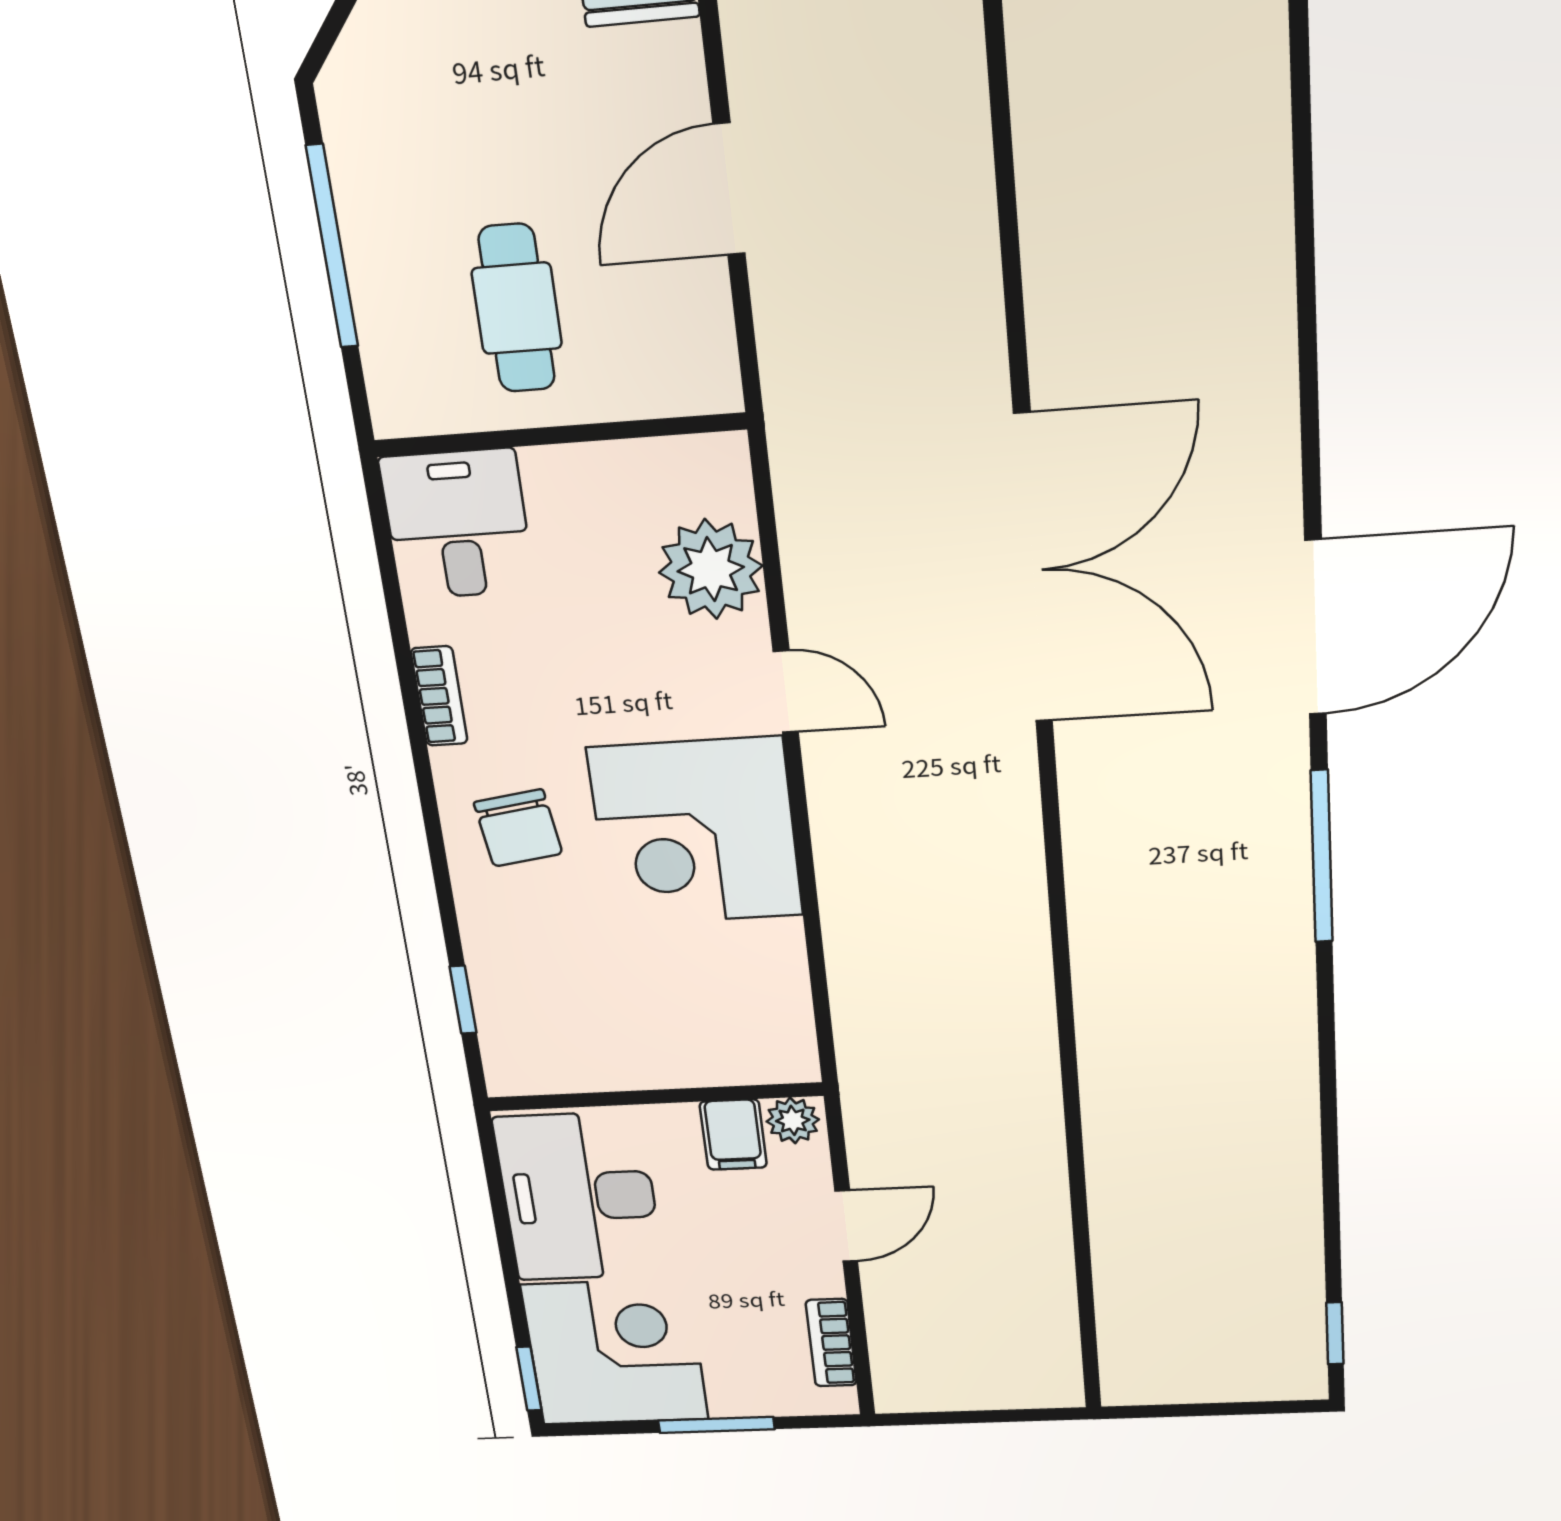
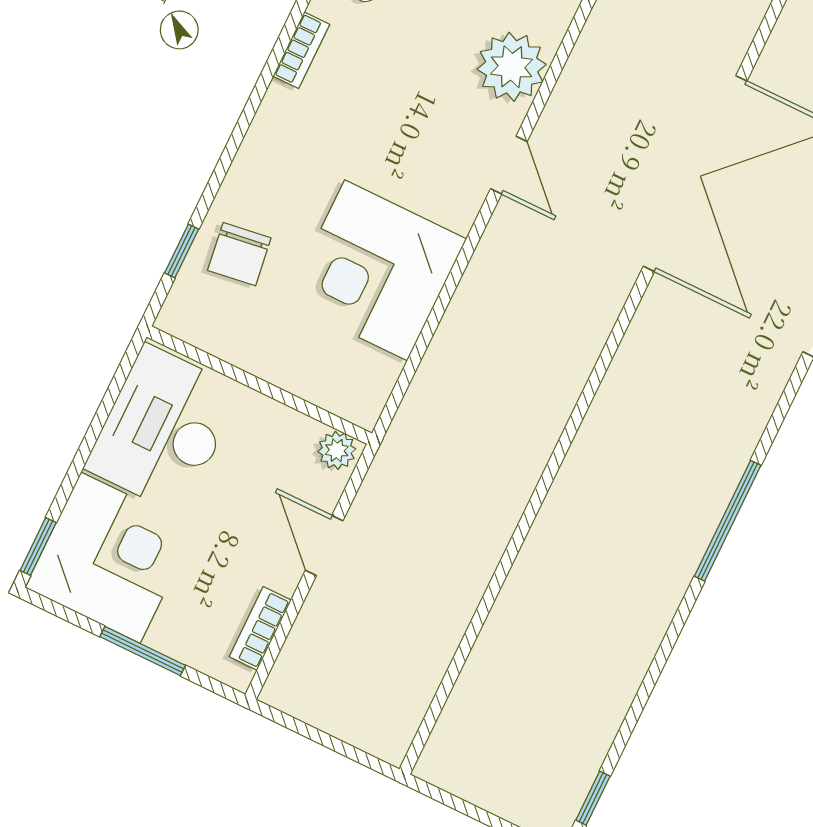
chair: (518, 828) -> (239, 254), moved
corner desk: (695, 832) -> (376, 270), moved
window: (1322, 857) -> (728, 521), moved
filing cabinet: (733, 1135) -> (292, 440), removed
door: (846, 1226) -> (324, 546), swing flipped

